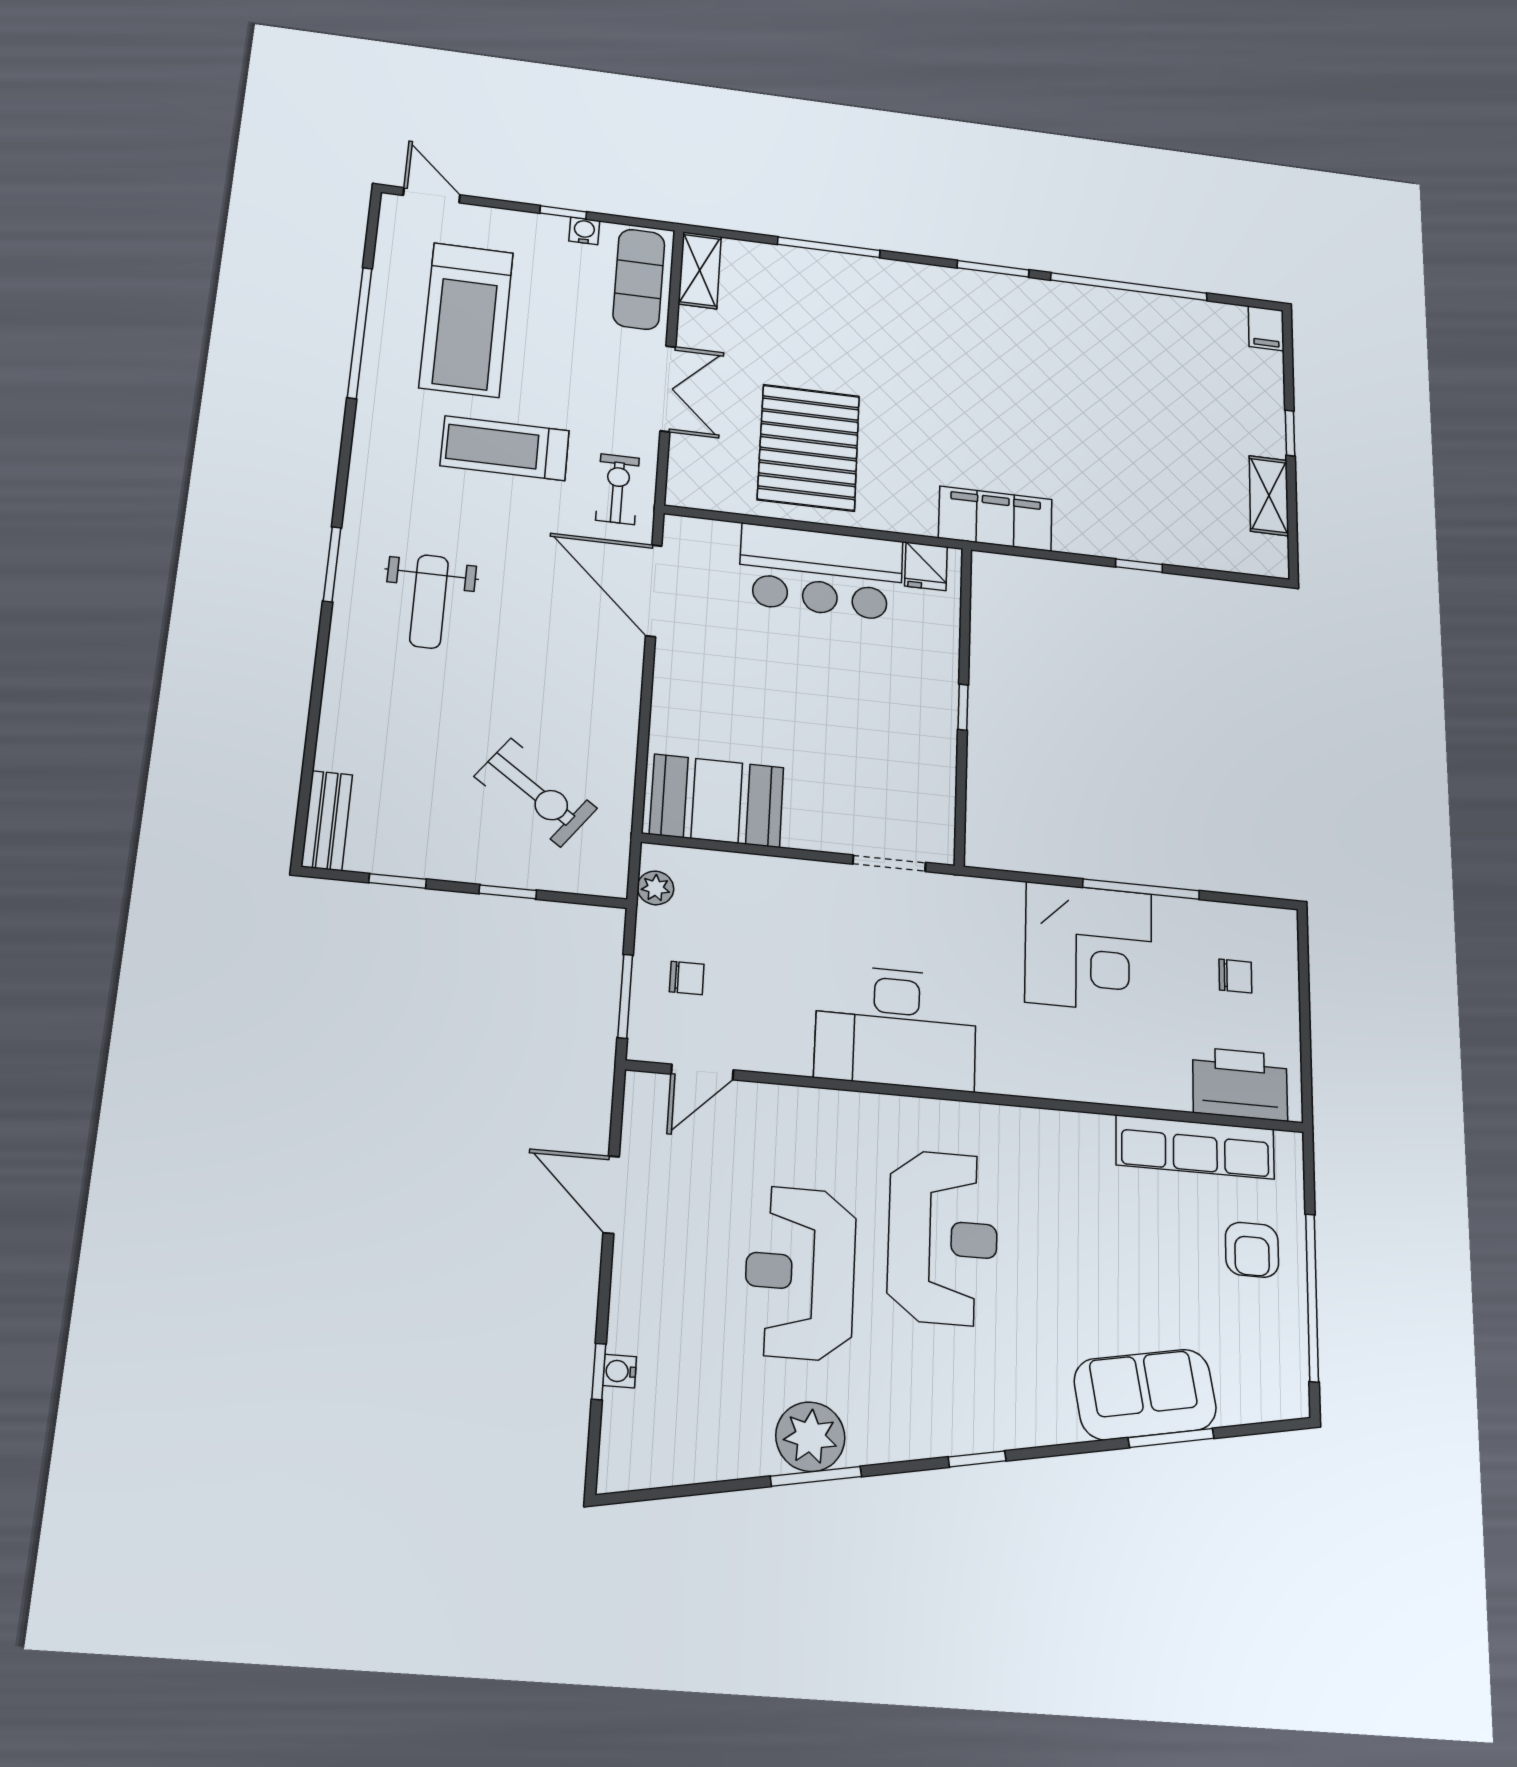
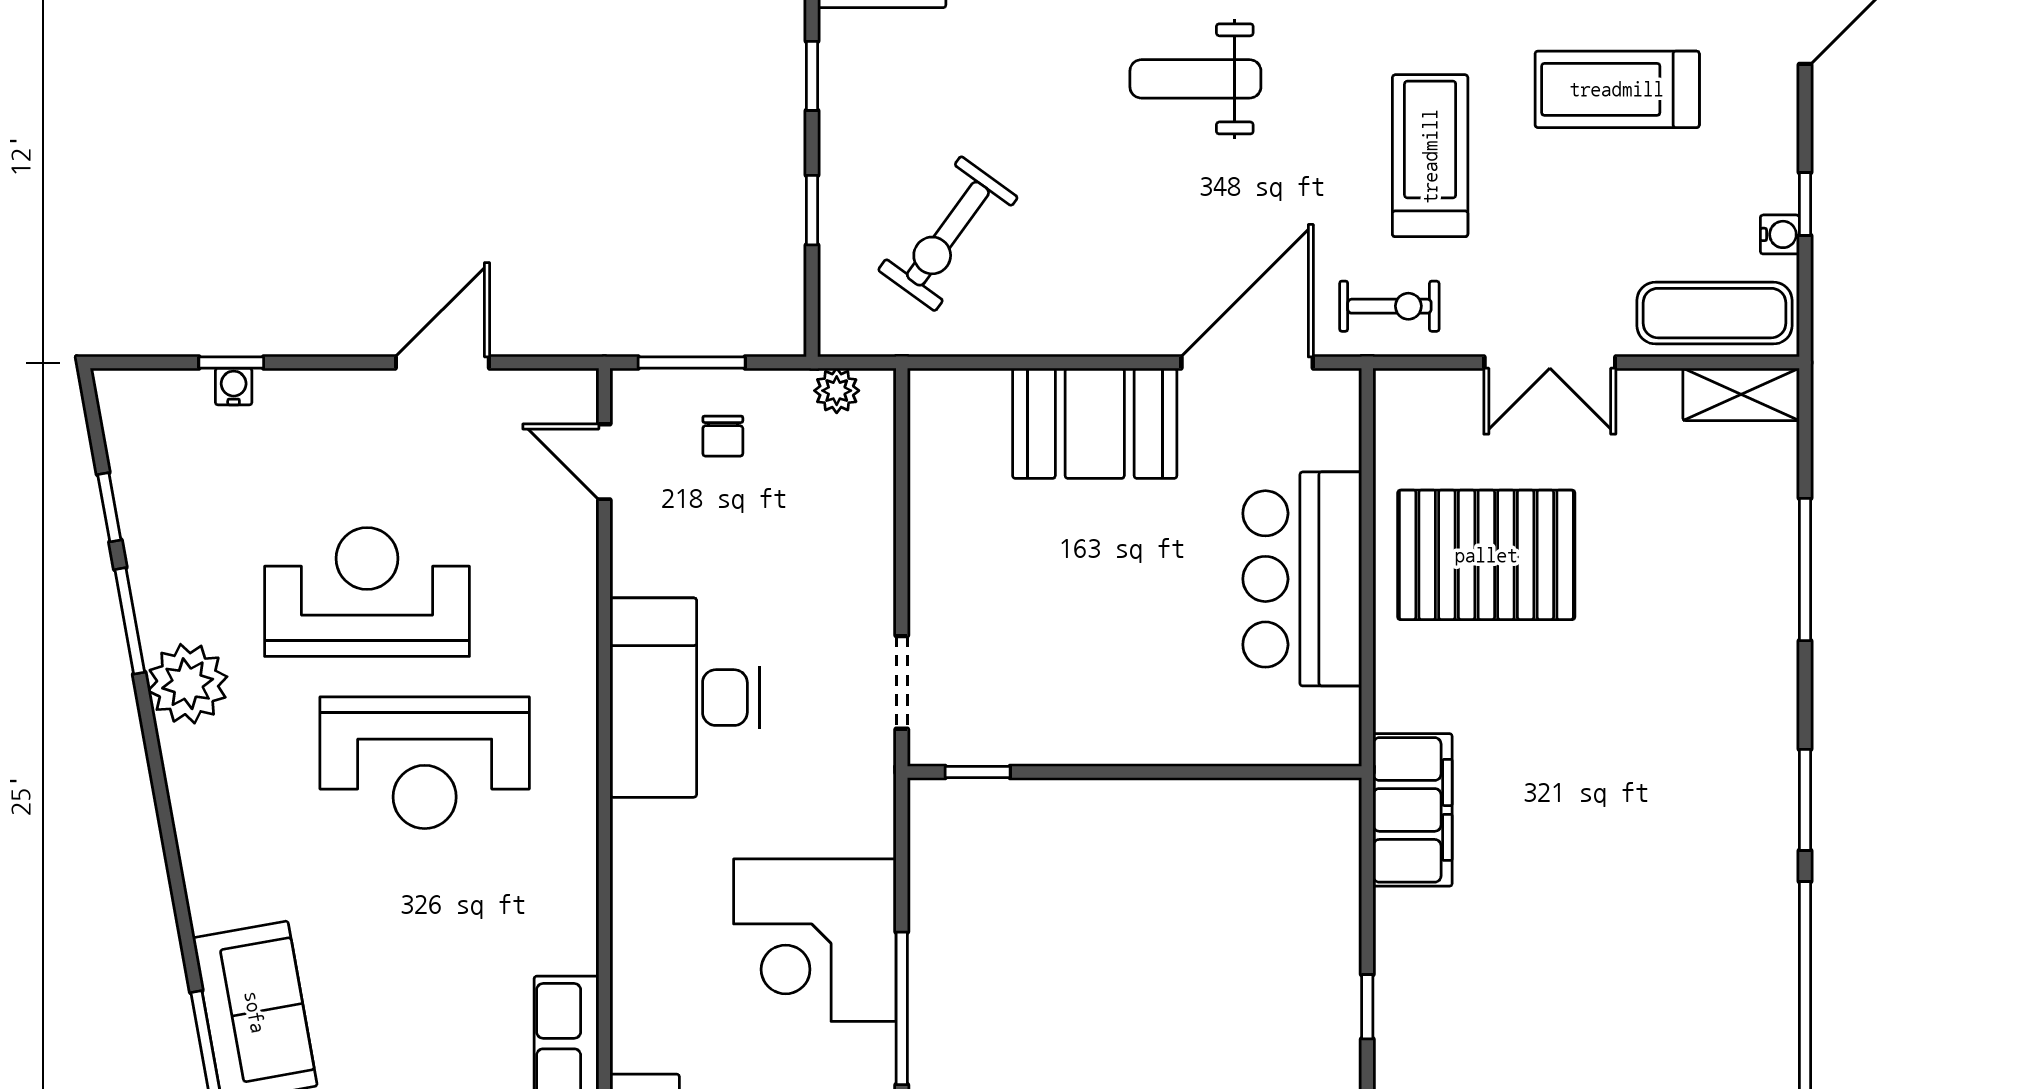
treadmill: (466, 320) -> (1617, 89), width x0.73, depth x0.73
fridge: (926, 566) -> (1329, 718), removed
window: (963, 707) -> (978, 772), moved
booth: (717, 801) -> (1095, 423), moved, turned 90
plant: (810, 1437) -> (188, 684), moved
window: (977, 1459) -> (109, 507), moved

